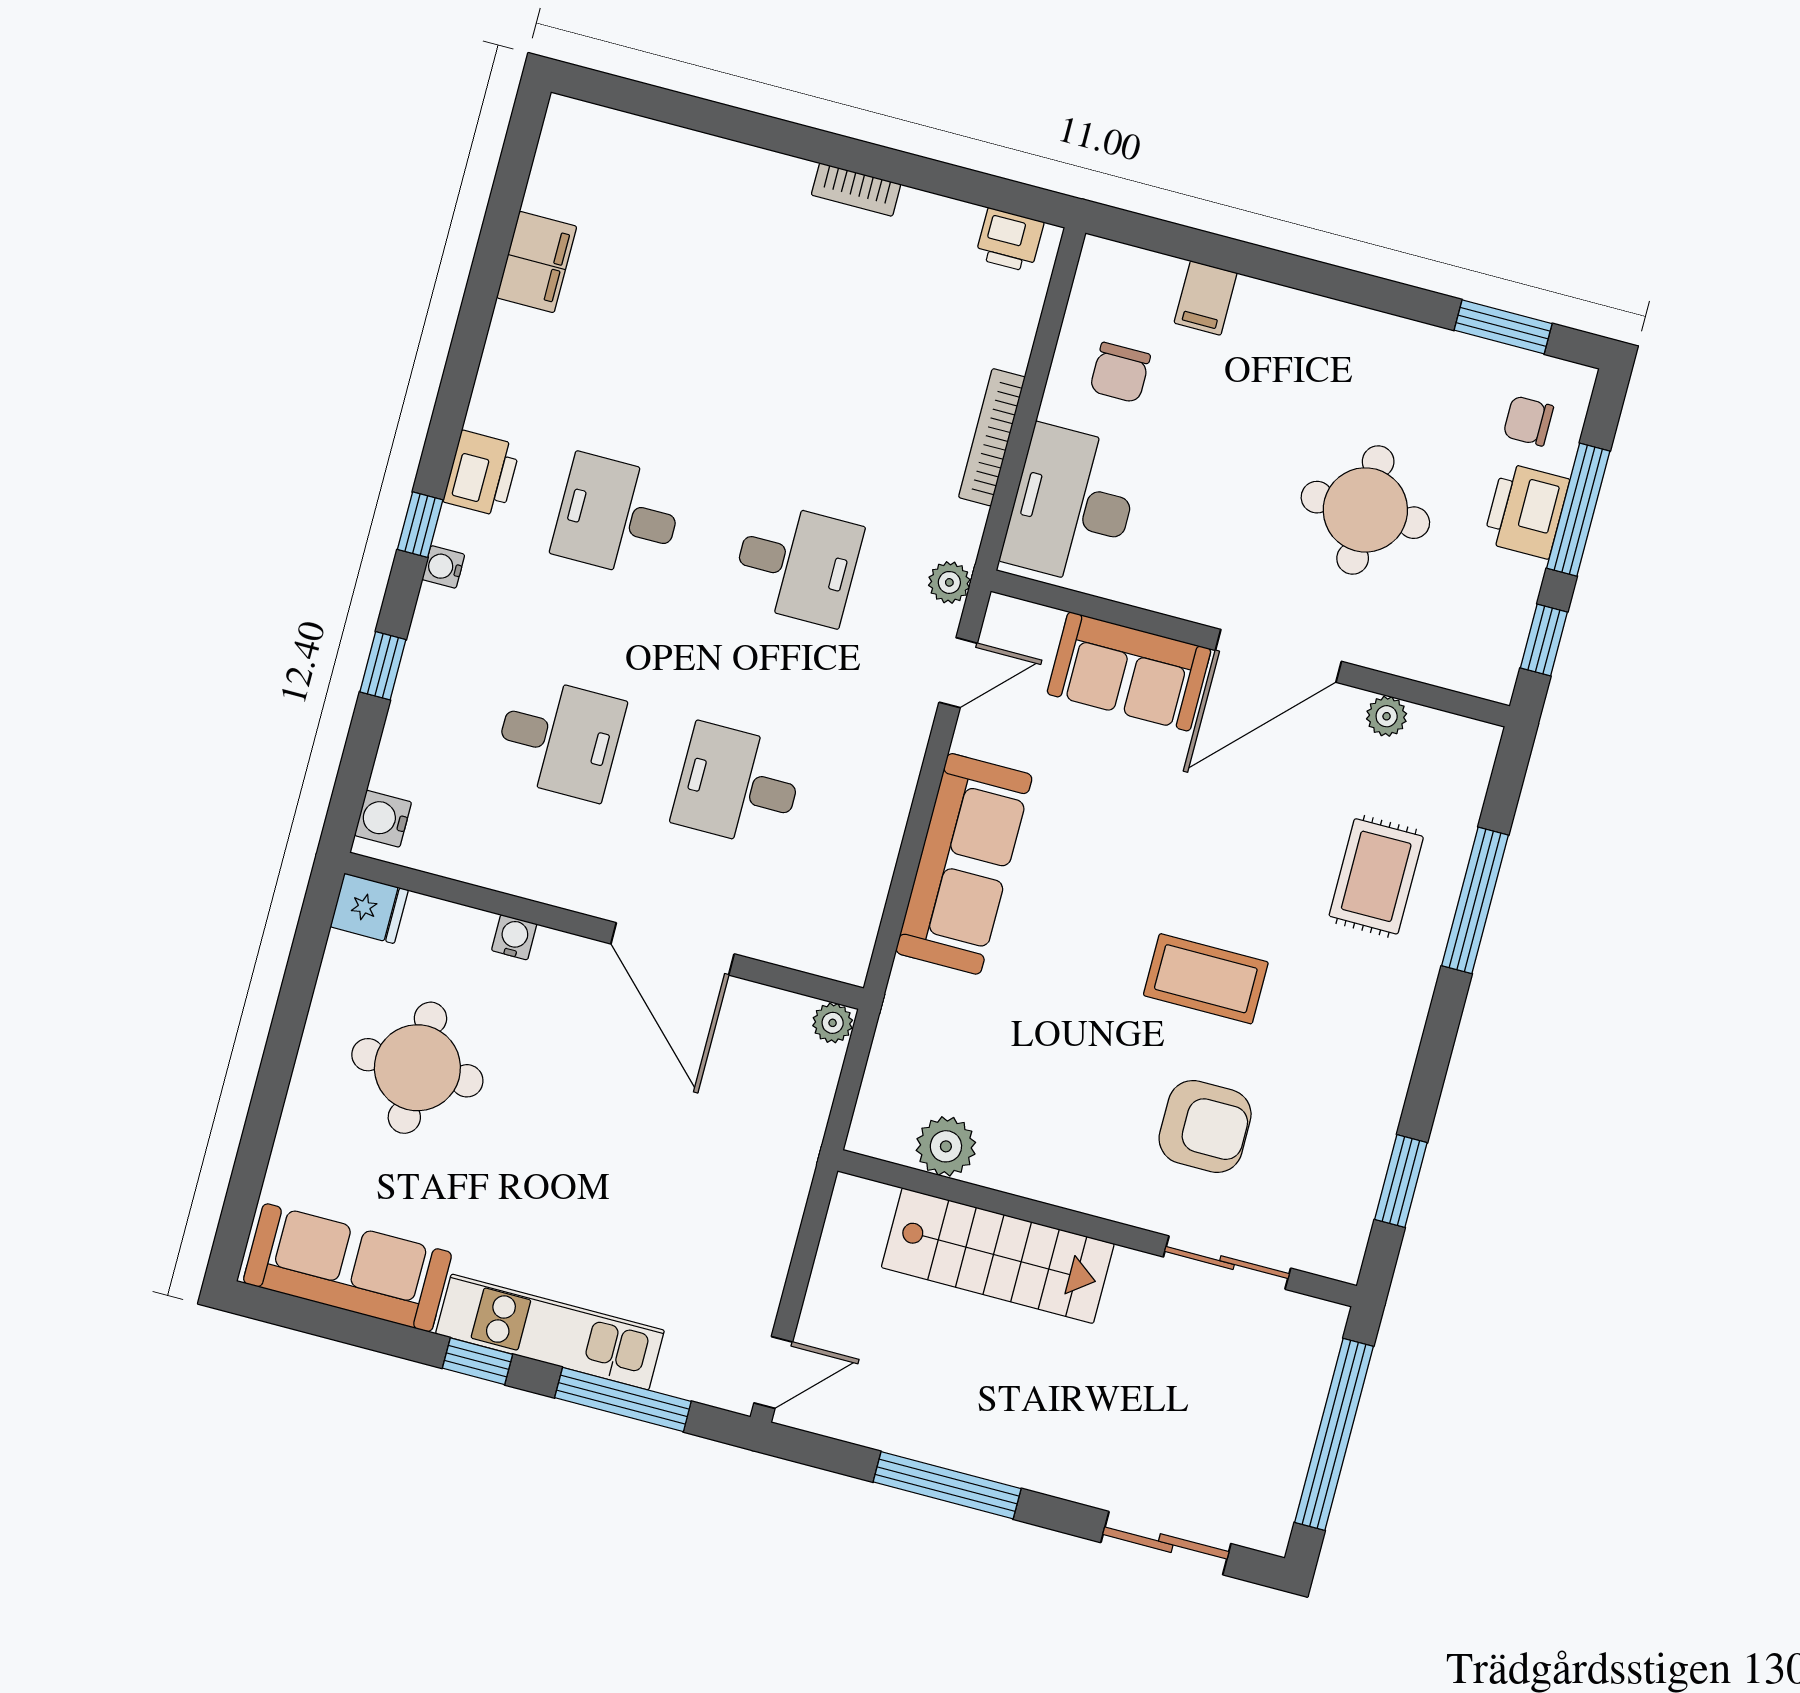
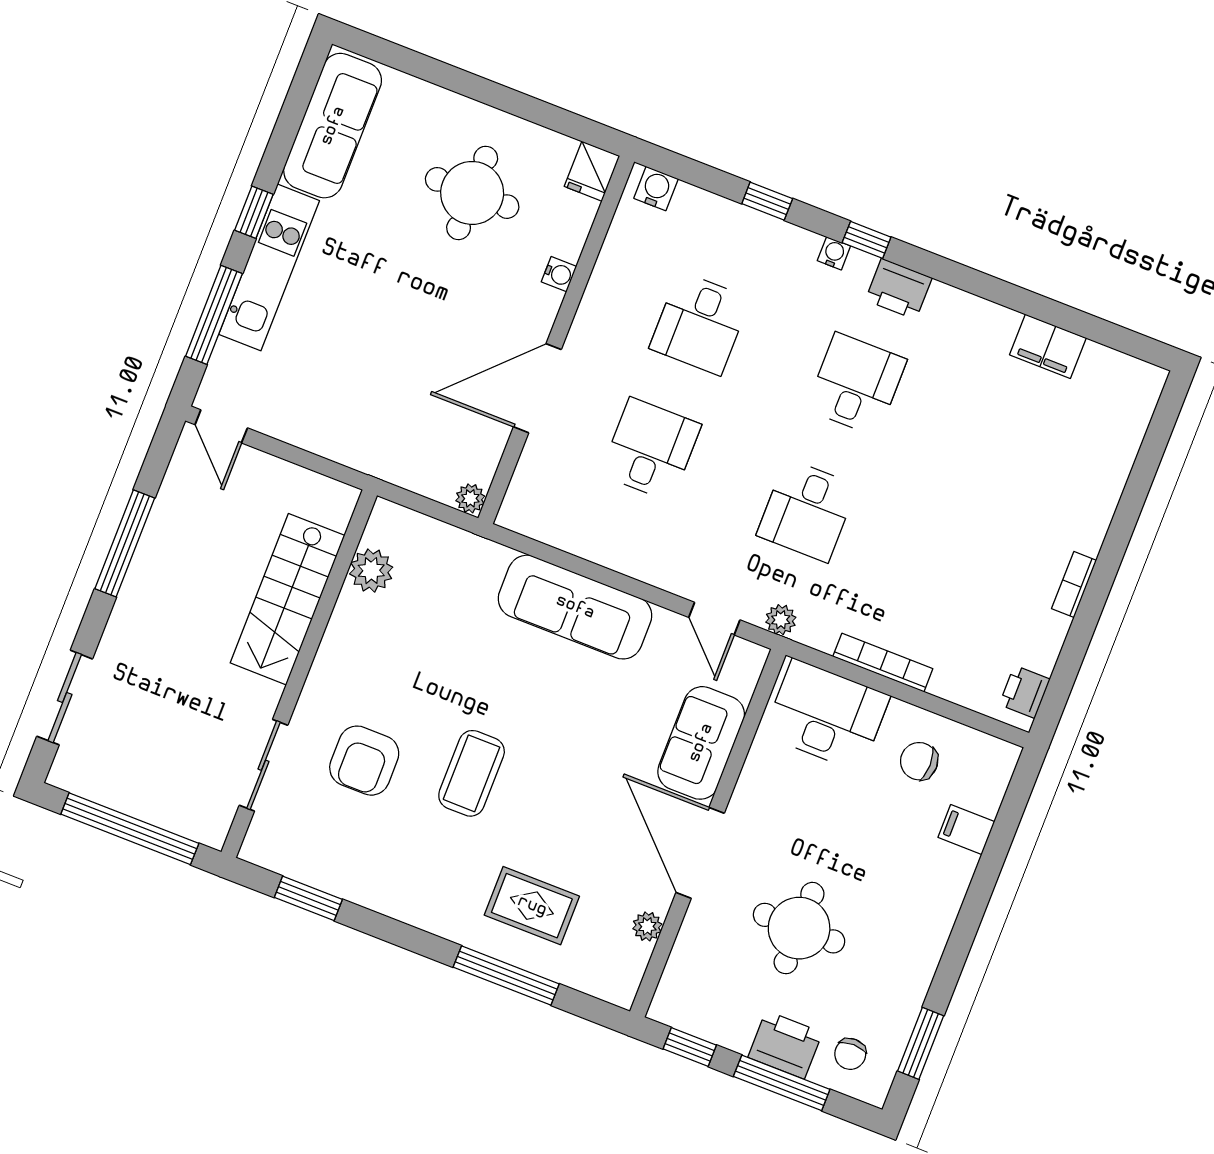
chair: (1528, 421) -> (850, 1054), turned 180

